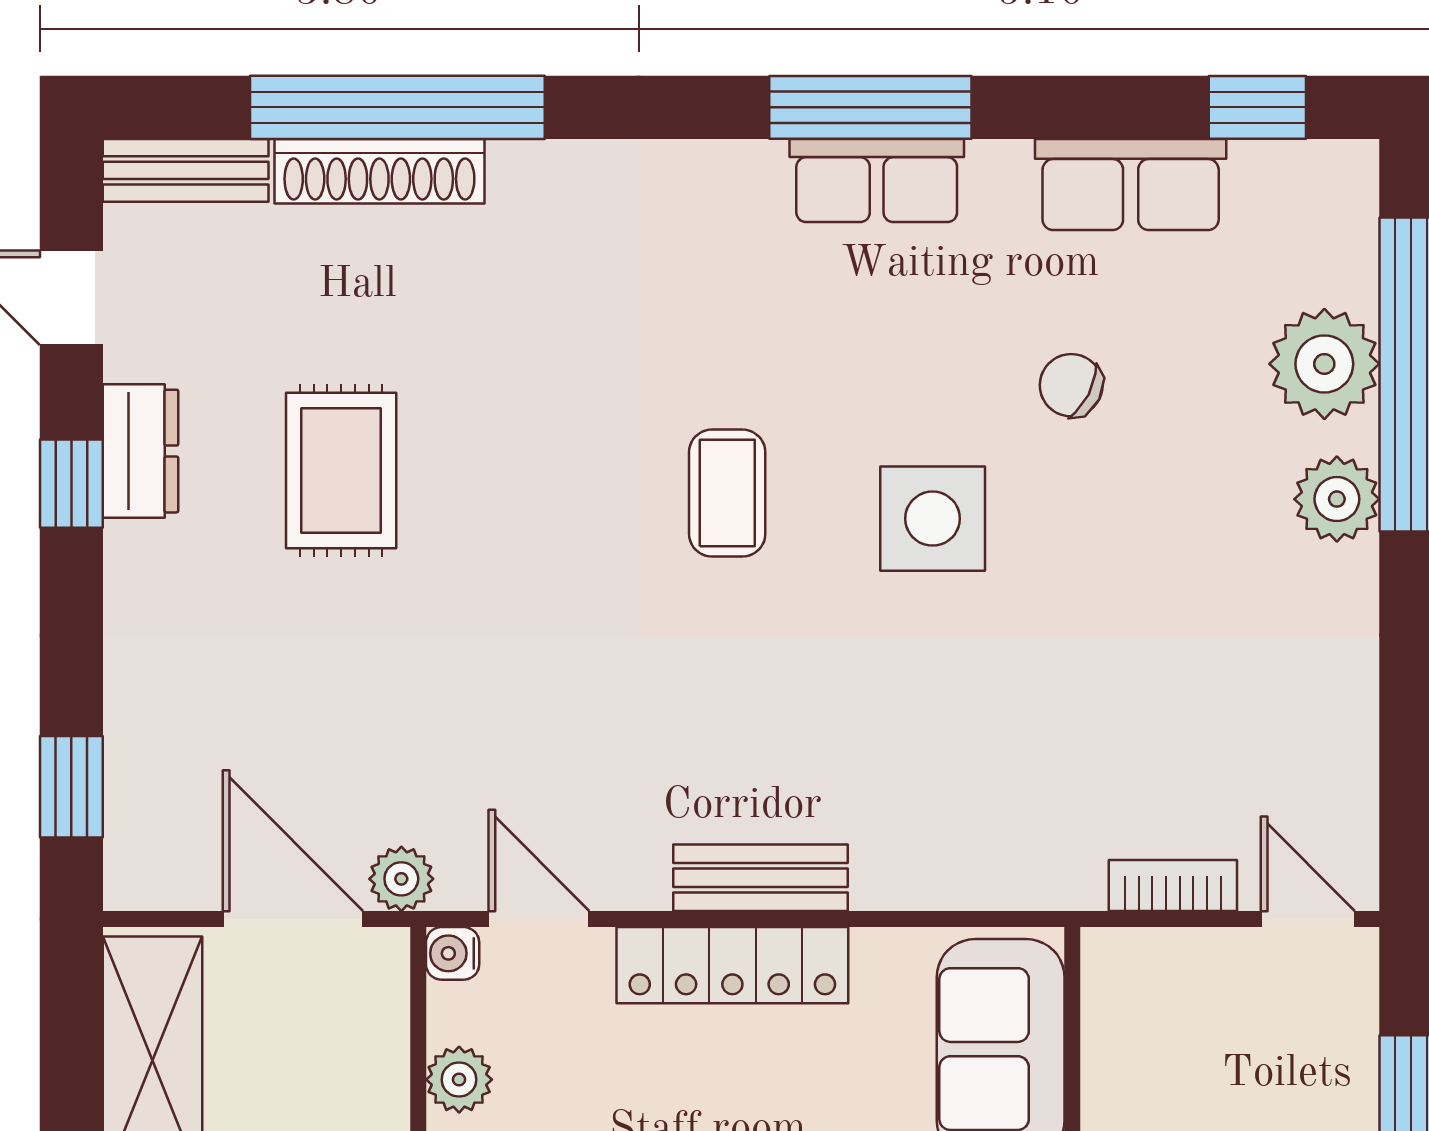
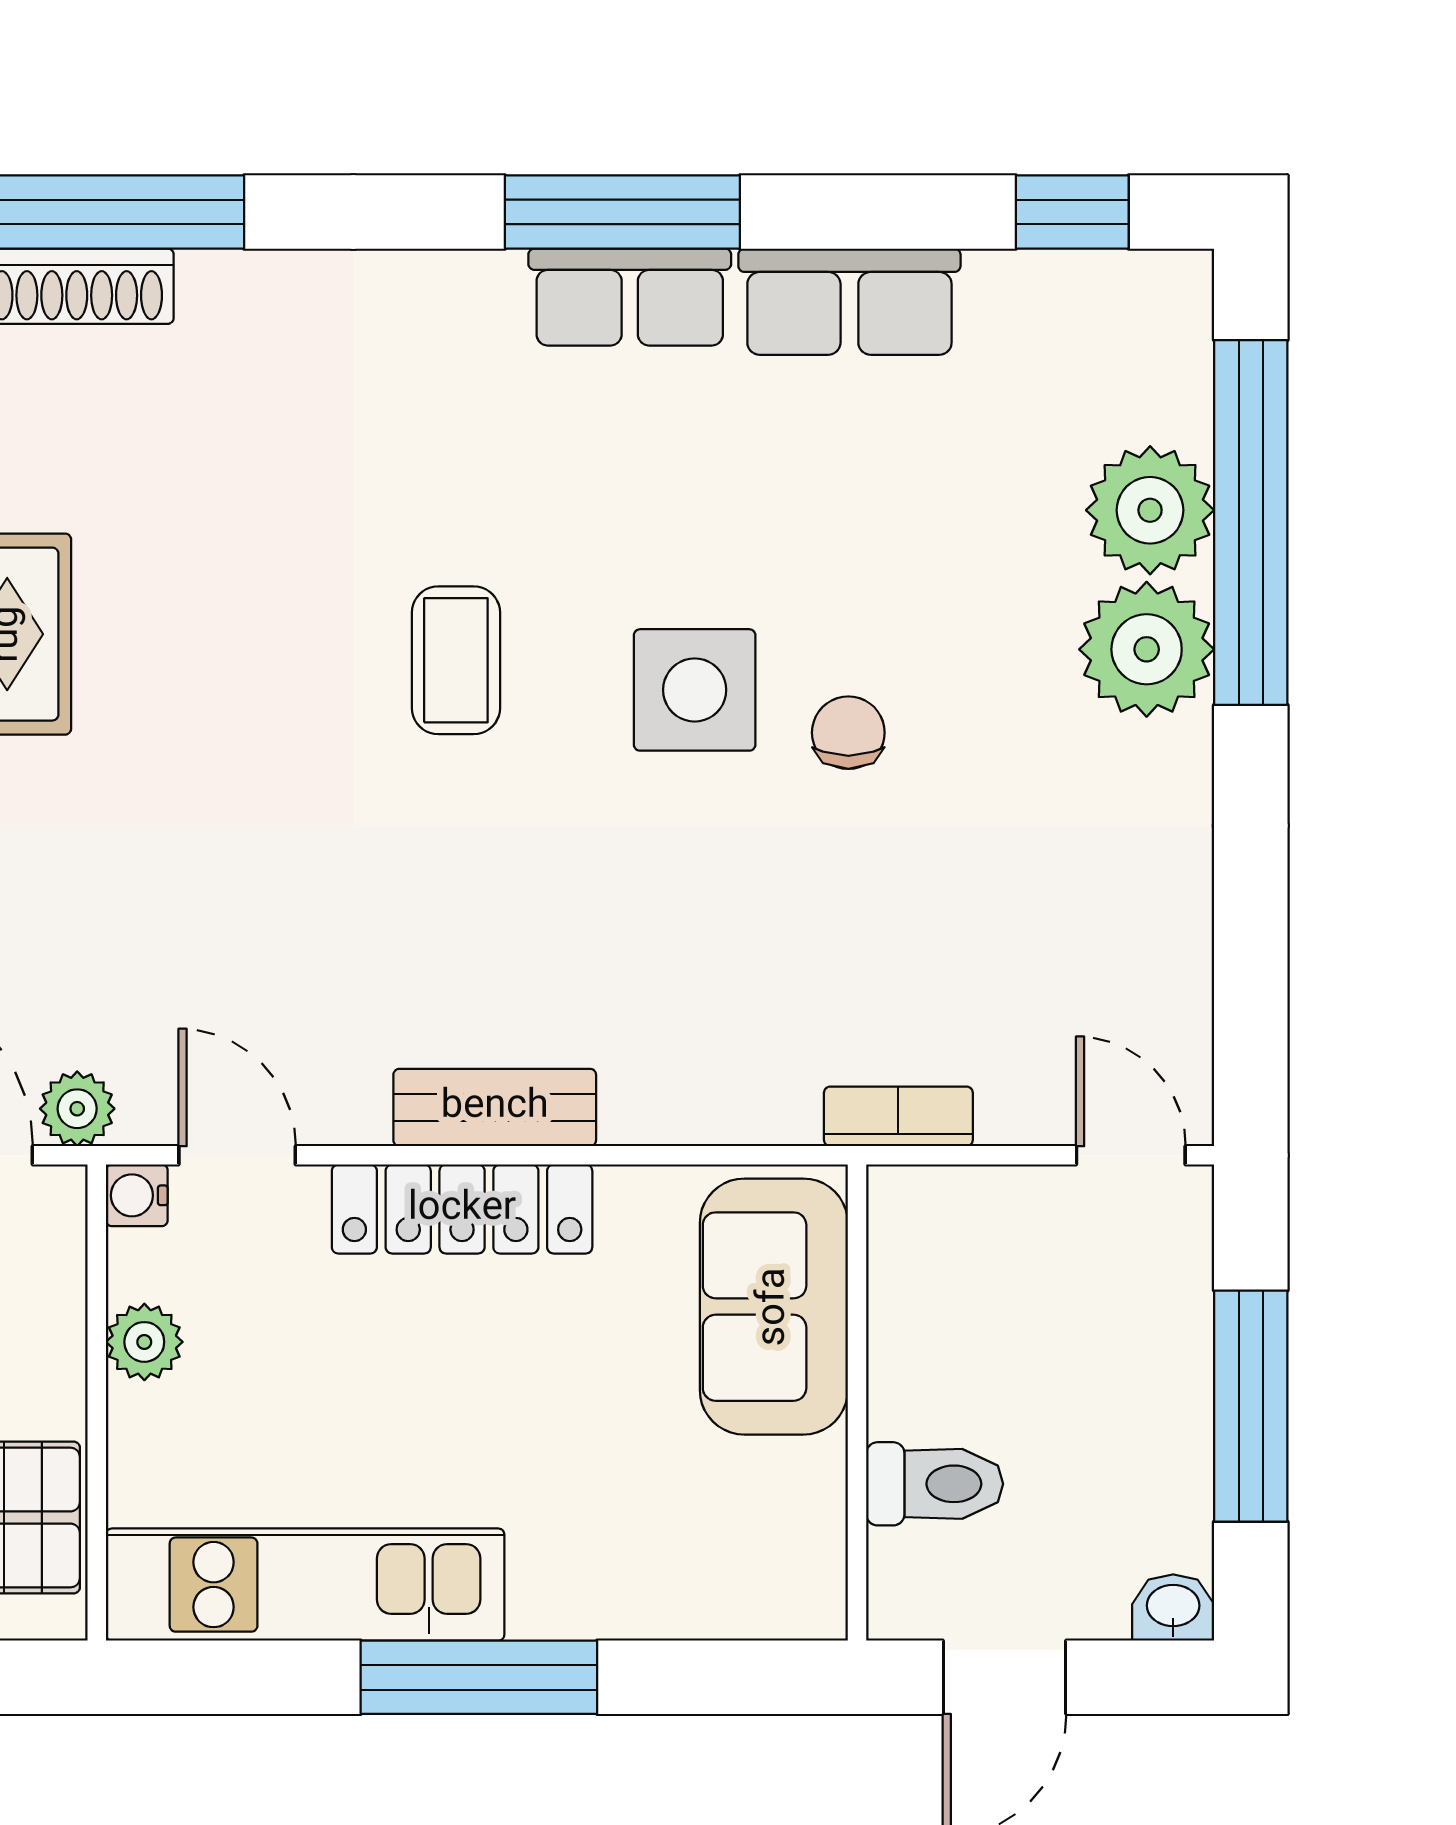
row of seats: (1131, 185) -> (849, 302), moved
chair: (1071, 385) -> (848, 733), moved, turned 63
plant: (1337, 499) -> (1147, 649), width x1.36, depth x1.36
bookcase: (1173, 885) -> (898, 1116), moved

